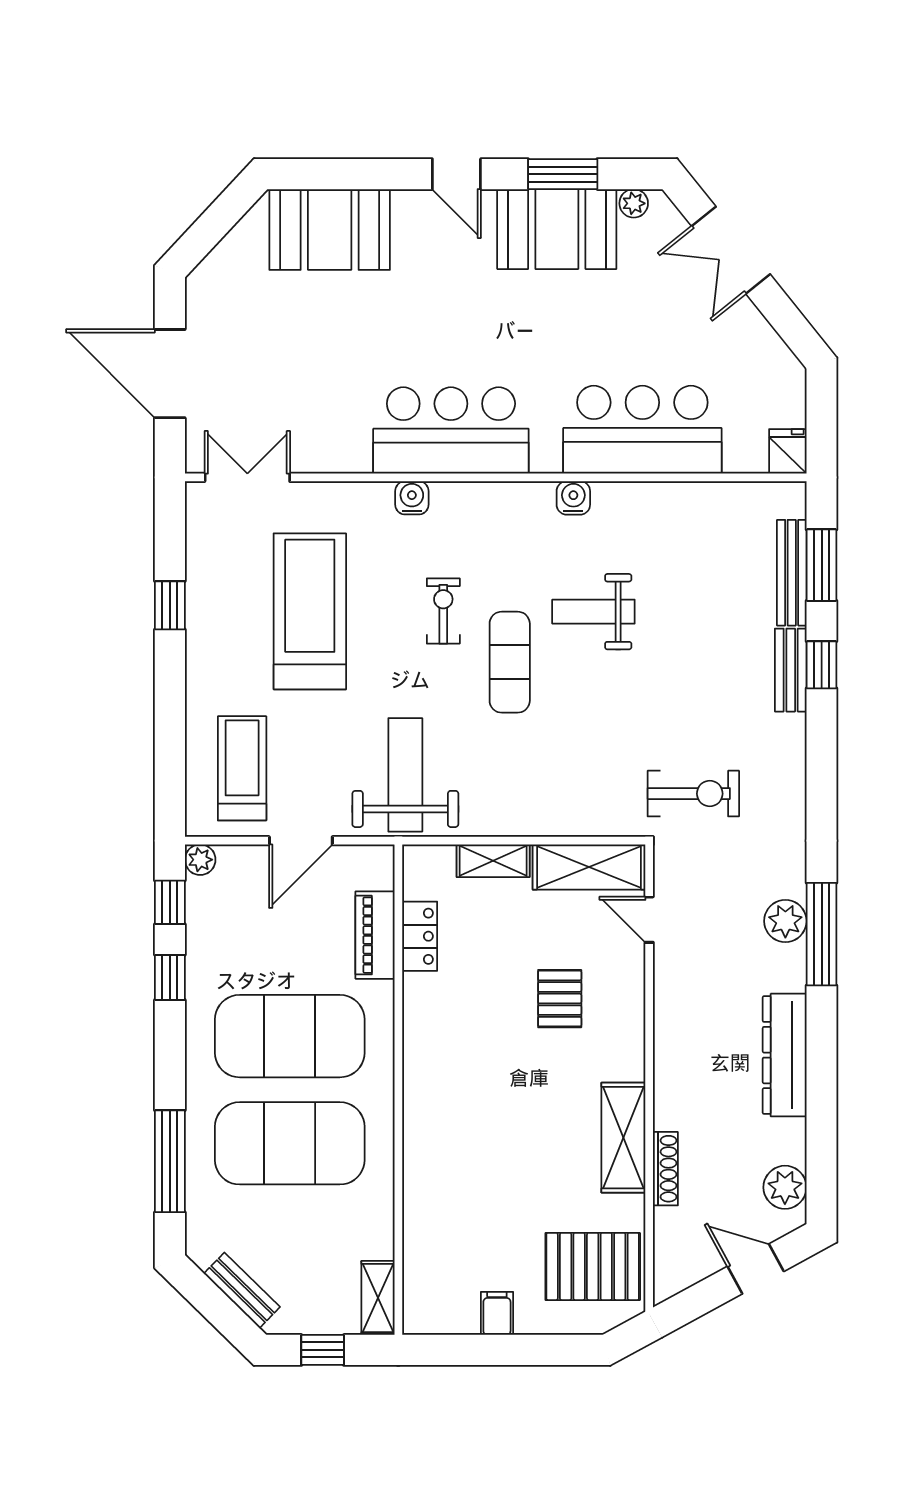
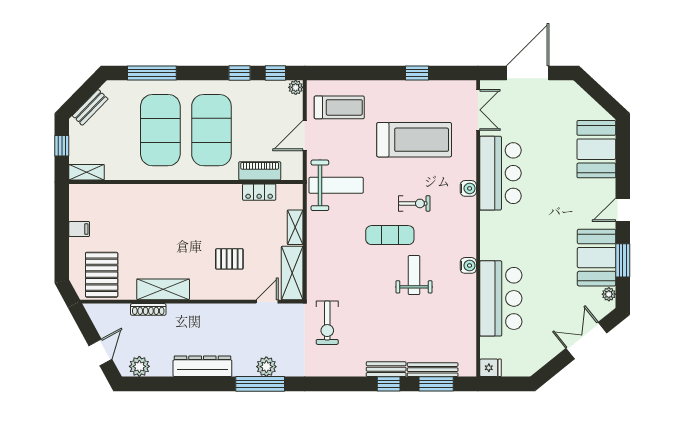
bar counter: (451, 430) -> (500, 173), moved
door: (301, 841) -> (305, 135), hinge flipped

